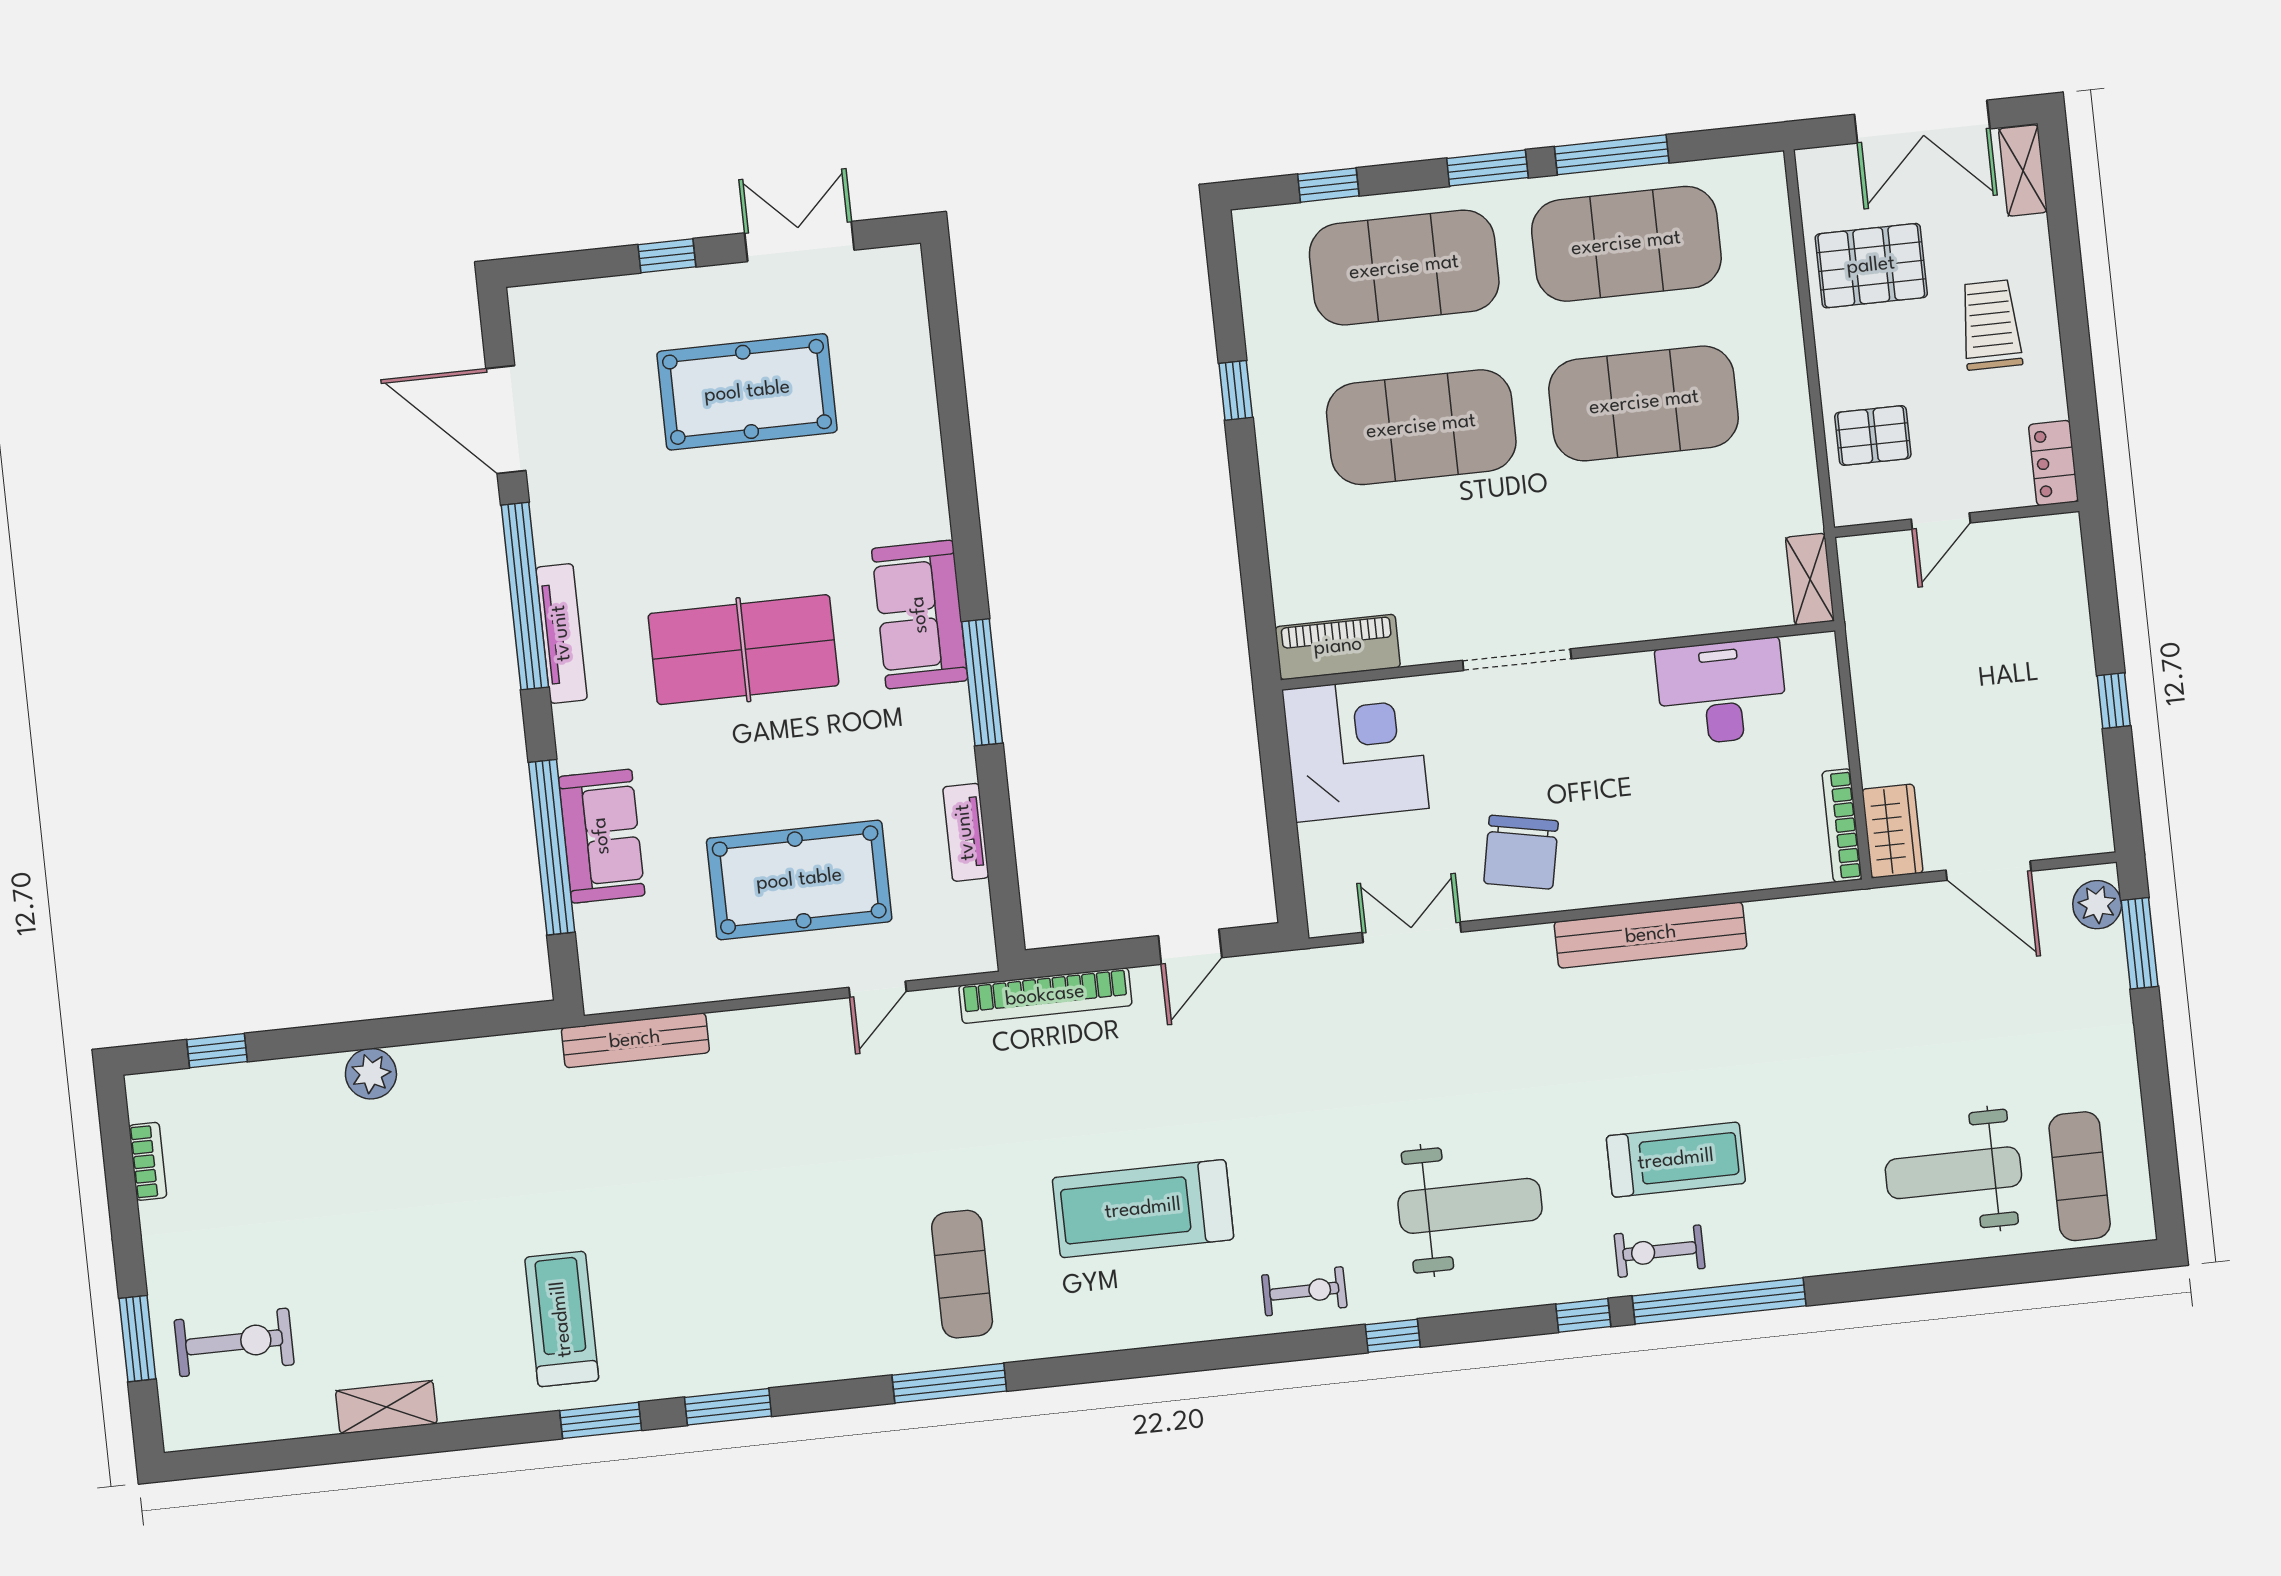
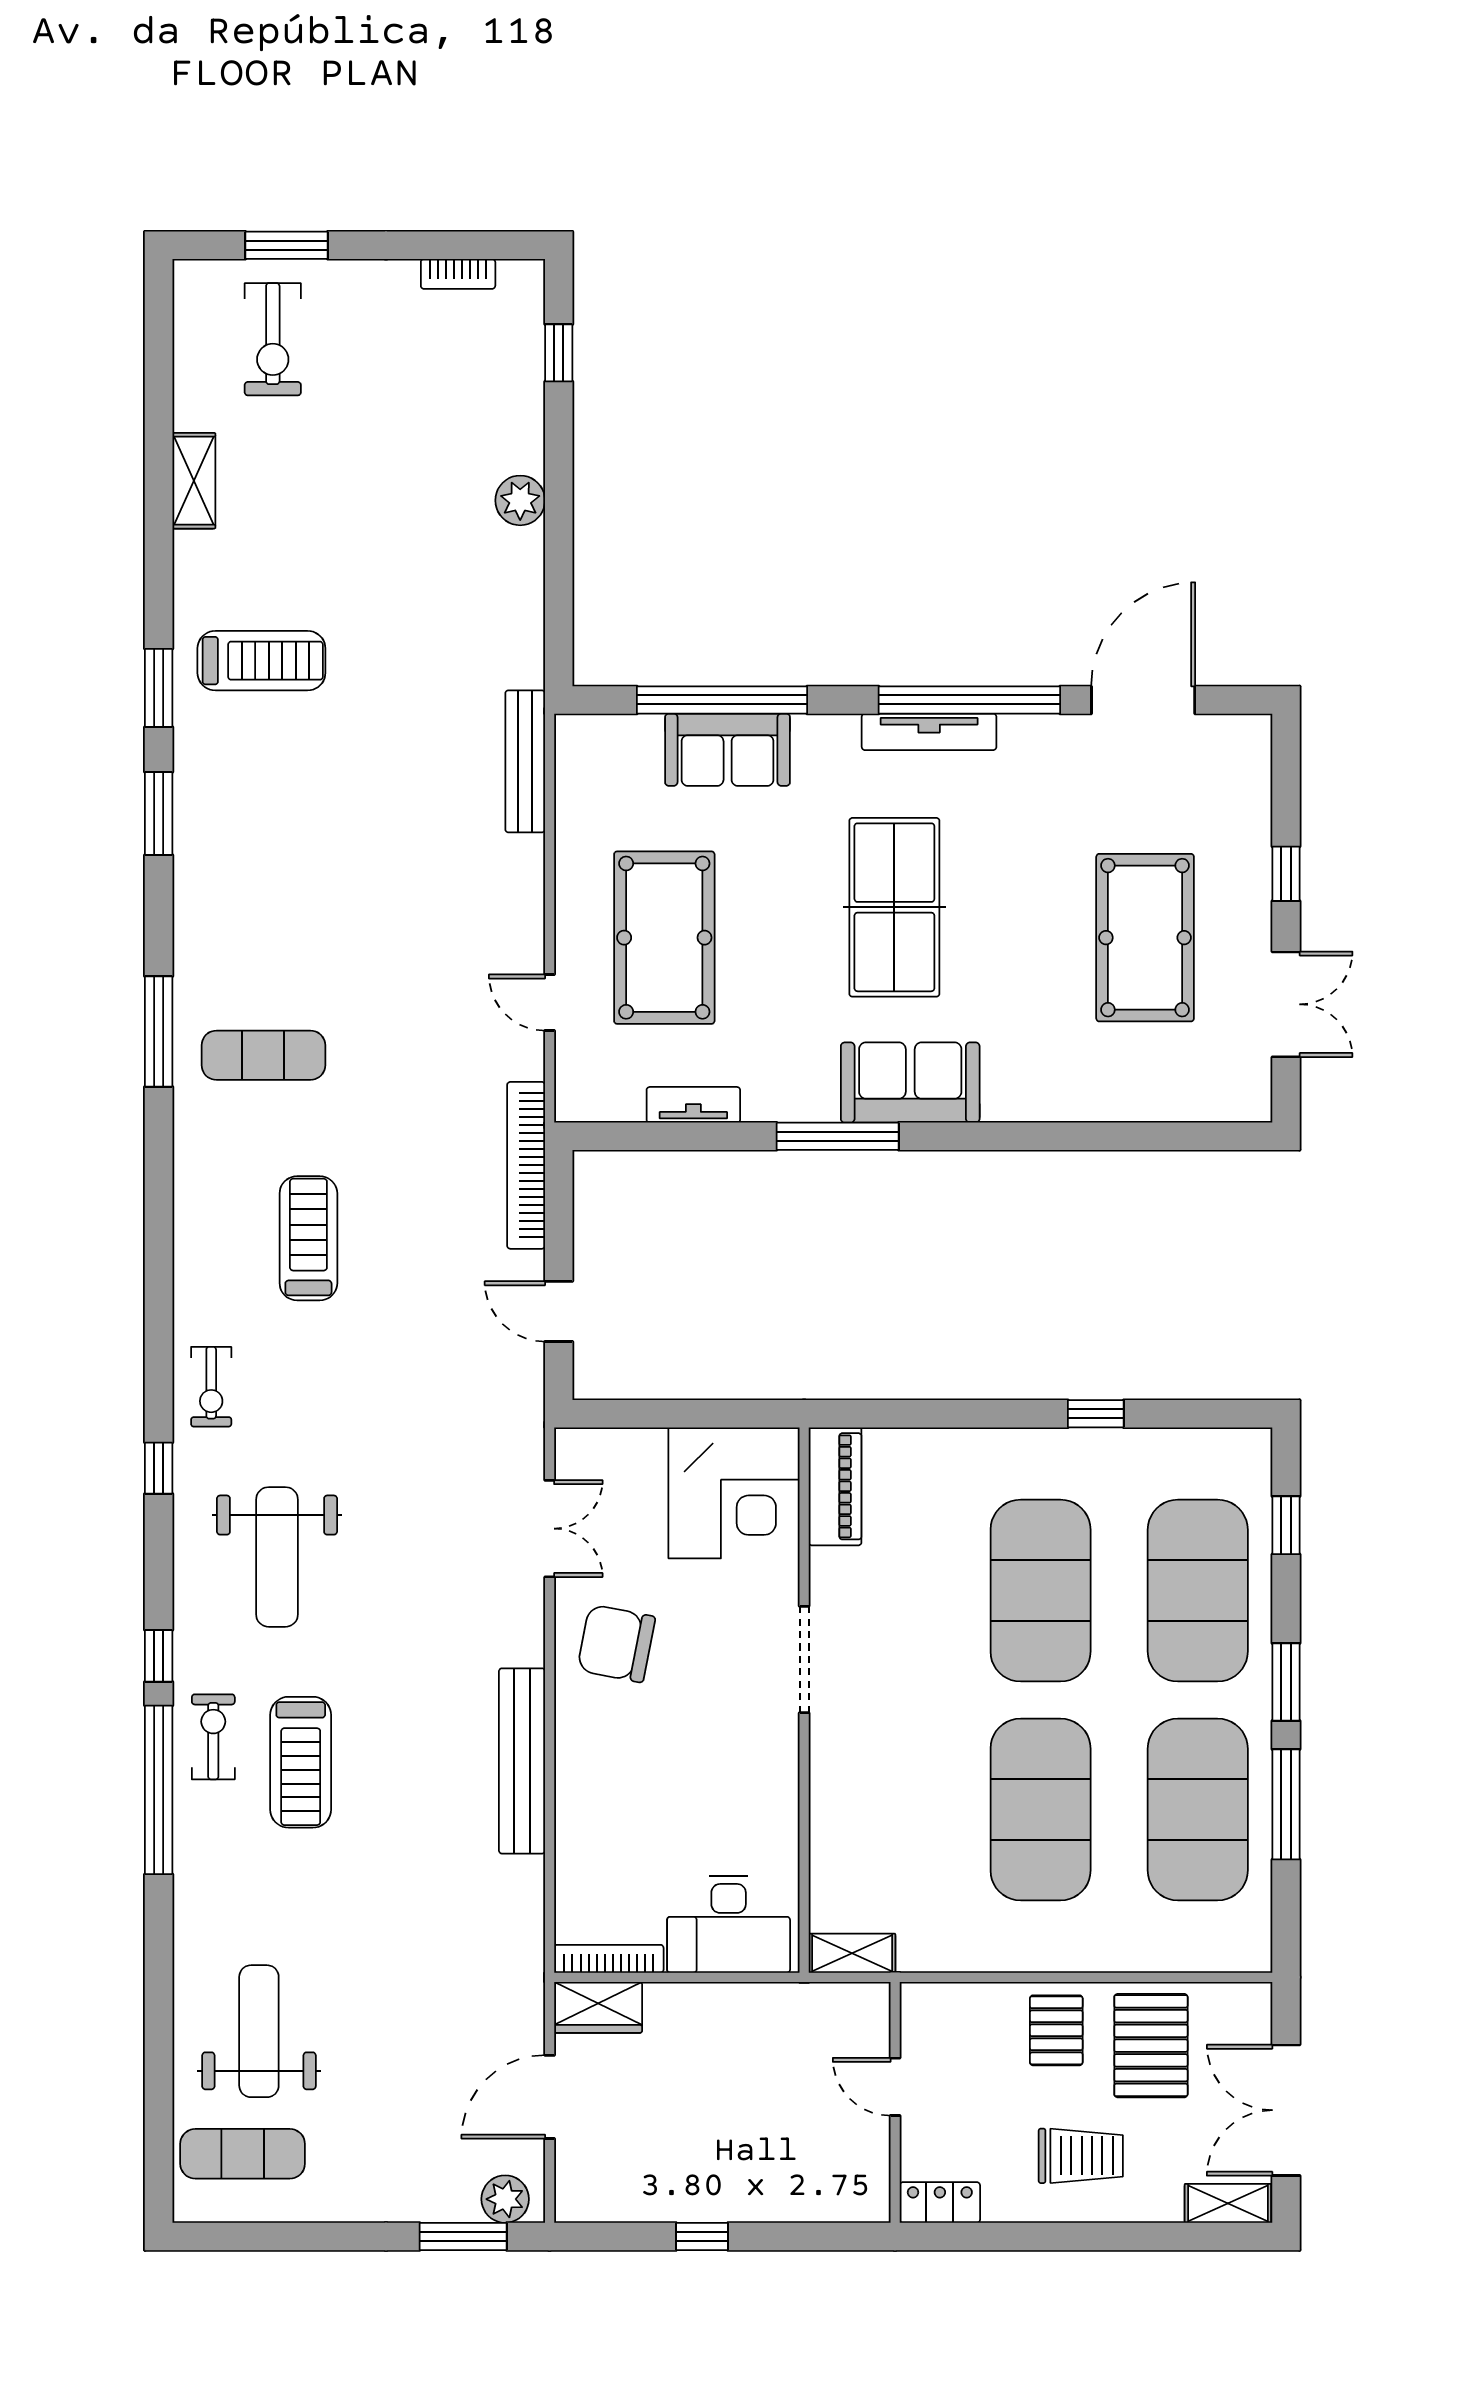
pallet: (1873, 436) -> (1056, 2030), moved
desk: (1722, 692) -> (729, 1925), moved, turned 90
treadmill: (1143, 1209) -> (308, 1238), width x0.73, depth x0.73

